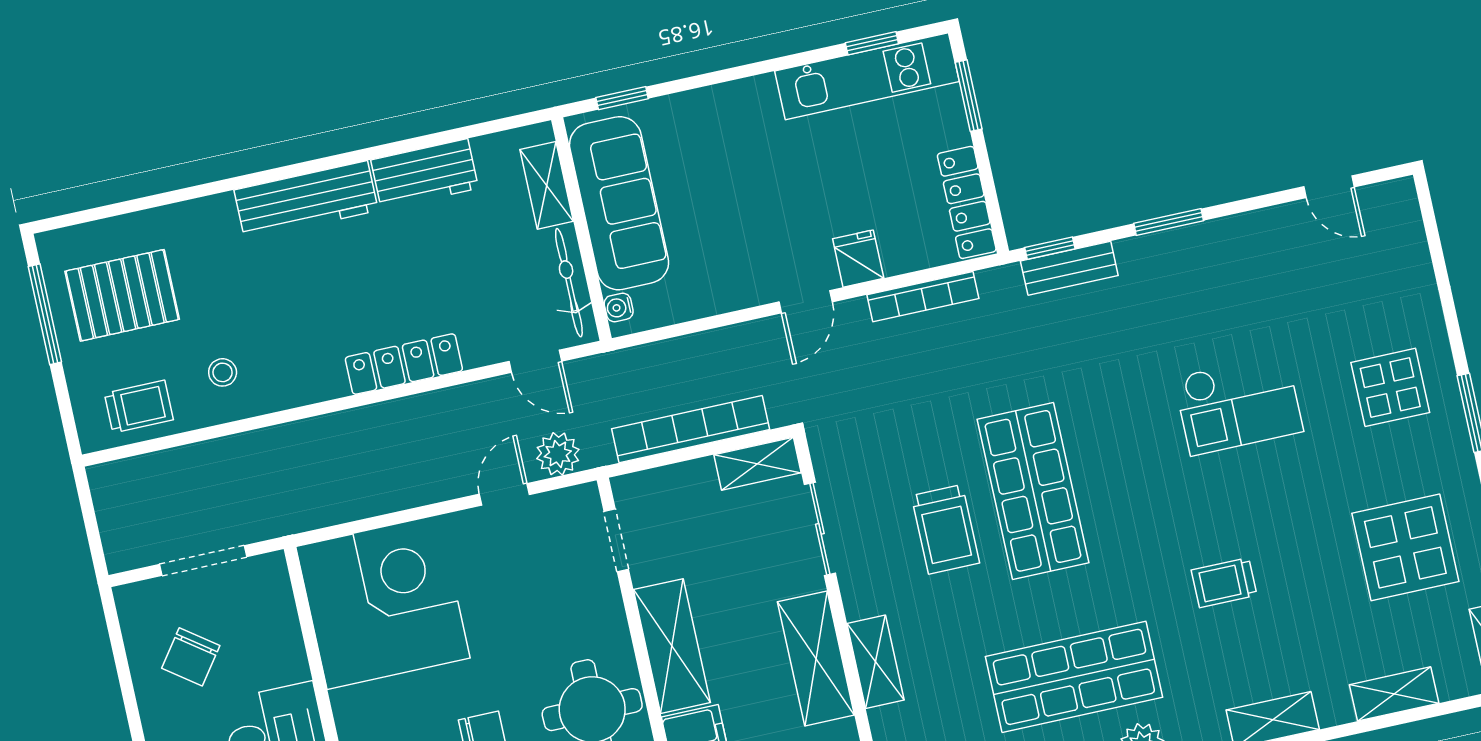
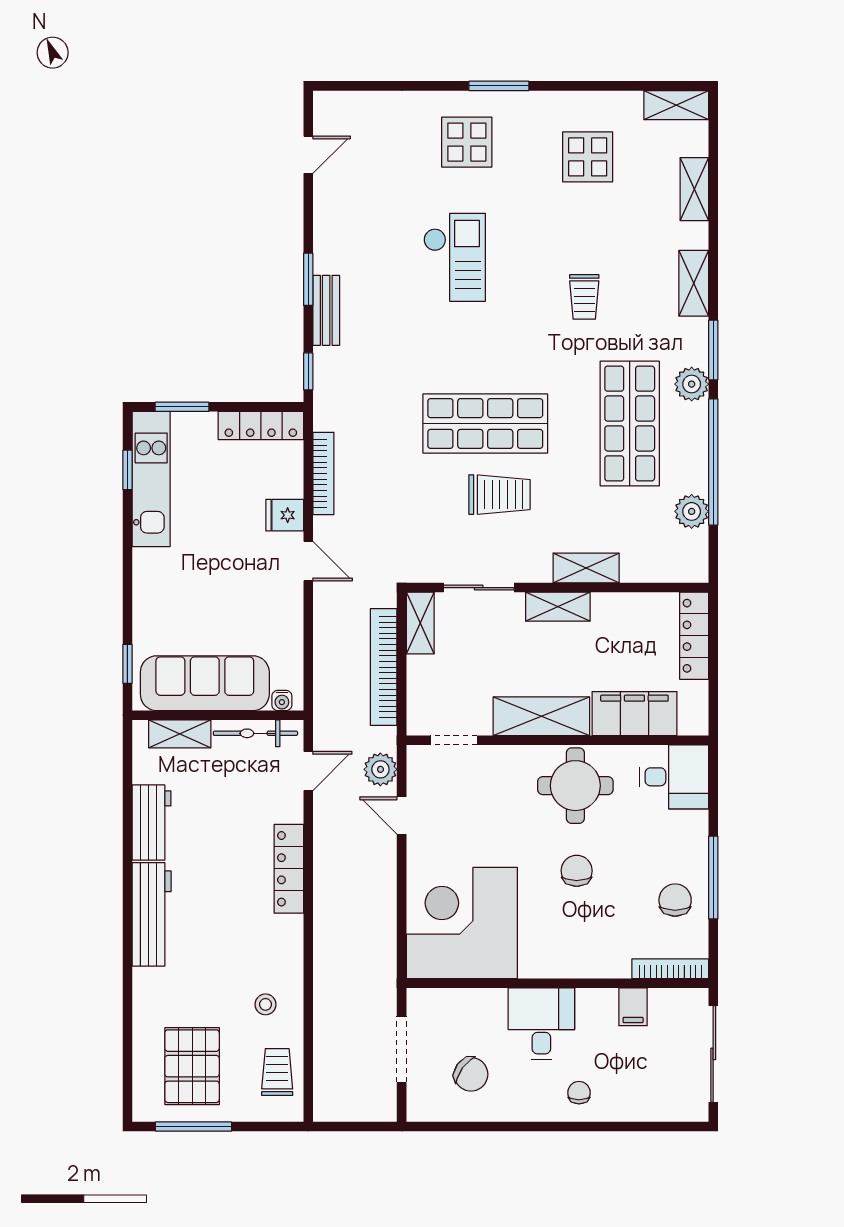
bench: (1069, 268) -> (326, 310), moved
display table: (1405, 547) -> (588, 157), width x0.73, depth x0.73
shelving: (816, 658) -> (558, 607), width x0.67, depth x0.75

